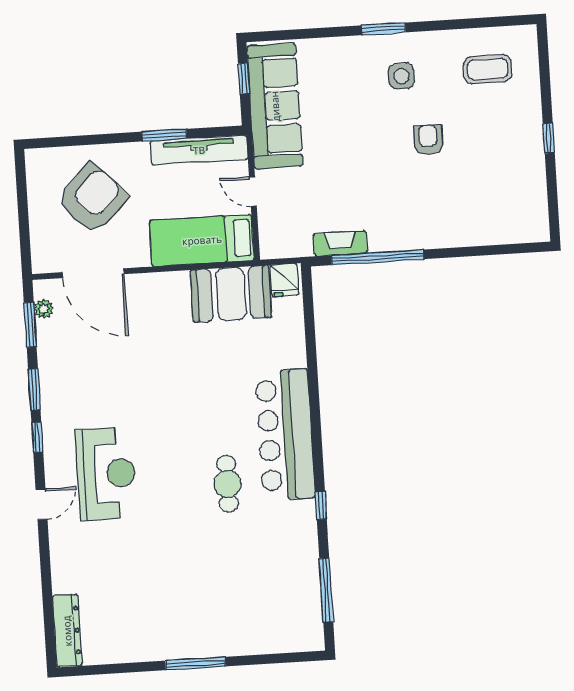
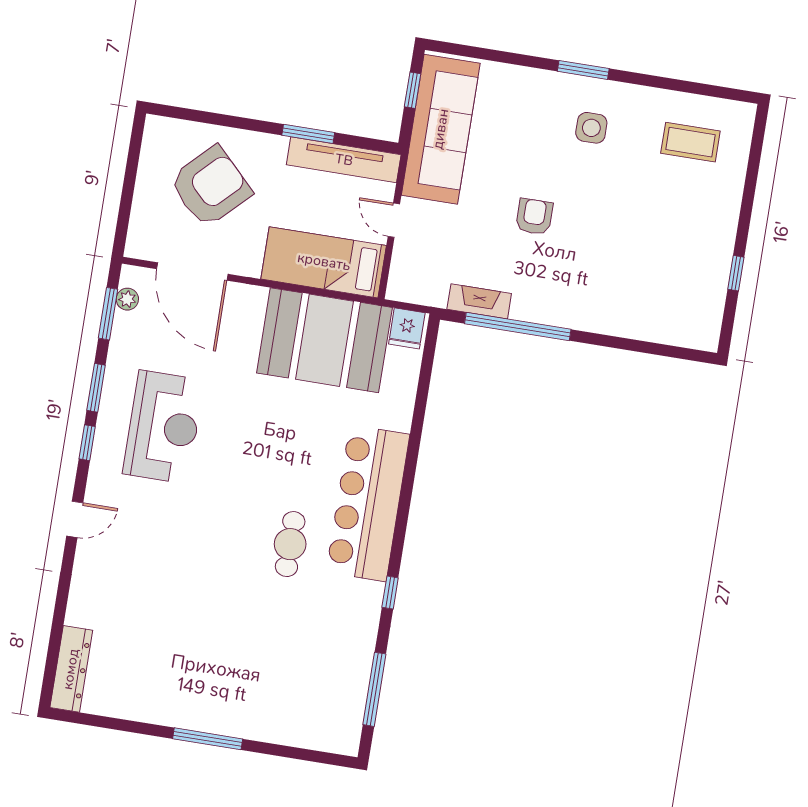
window: (549, 138) -> (736, 273), moved
armchair: (428, 140) -> (534, 217), moved
booth: (231, 294) -> (324, 340), width x1.36, depth x1.42
reception desk: (106, 474) -> (163, 427), moved

